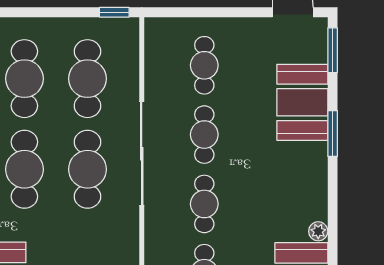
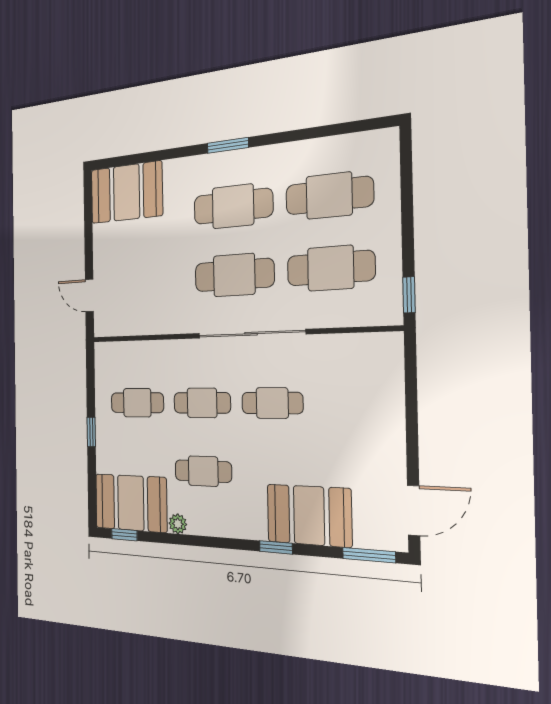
cafe table: (204, 65) -> (203, 471), moved
window: (333, 134) -> (276, 547), width x0.67

